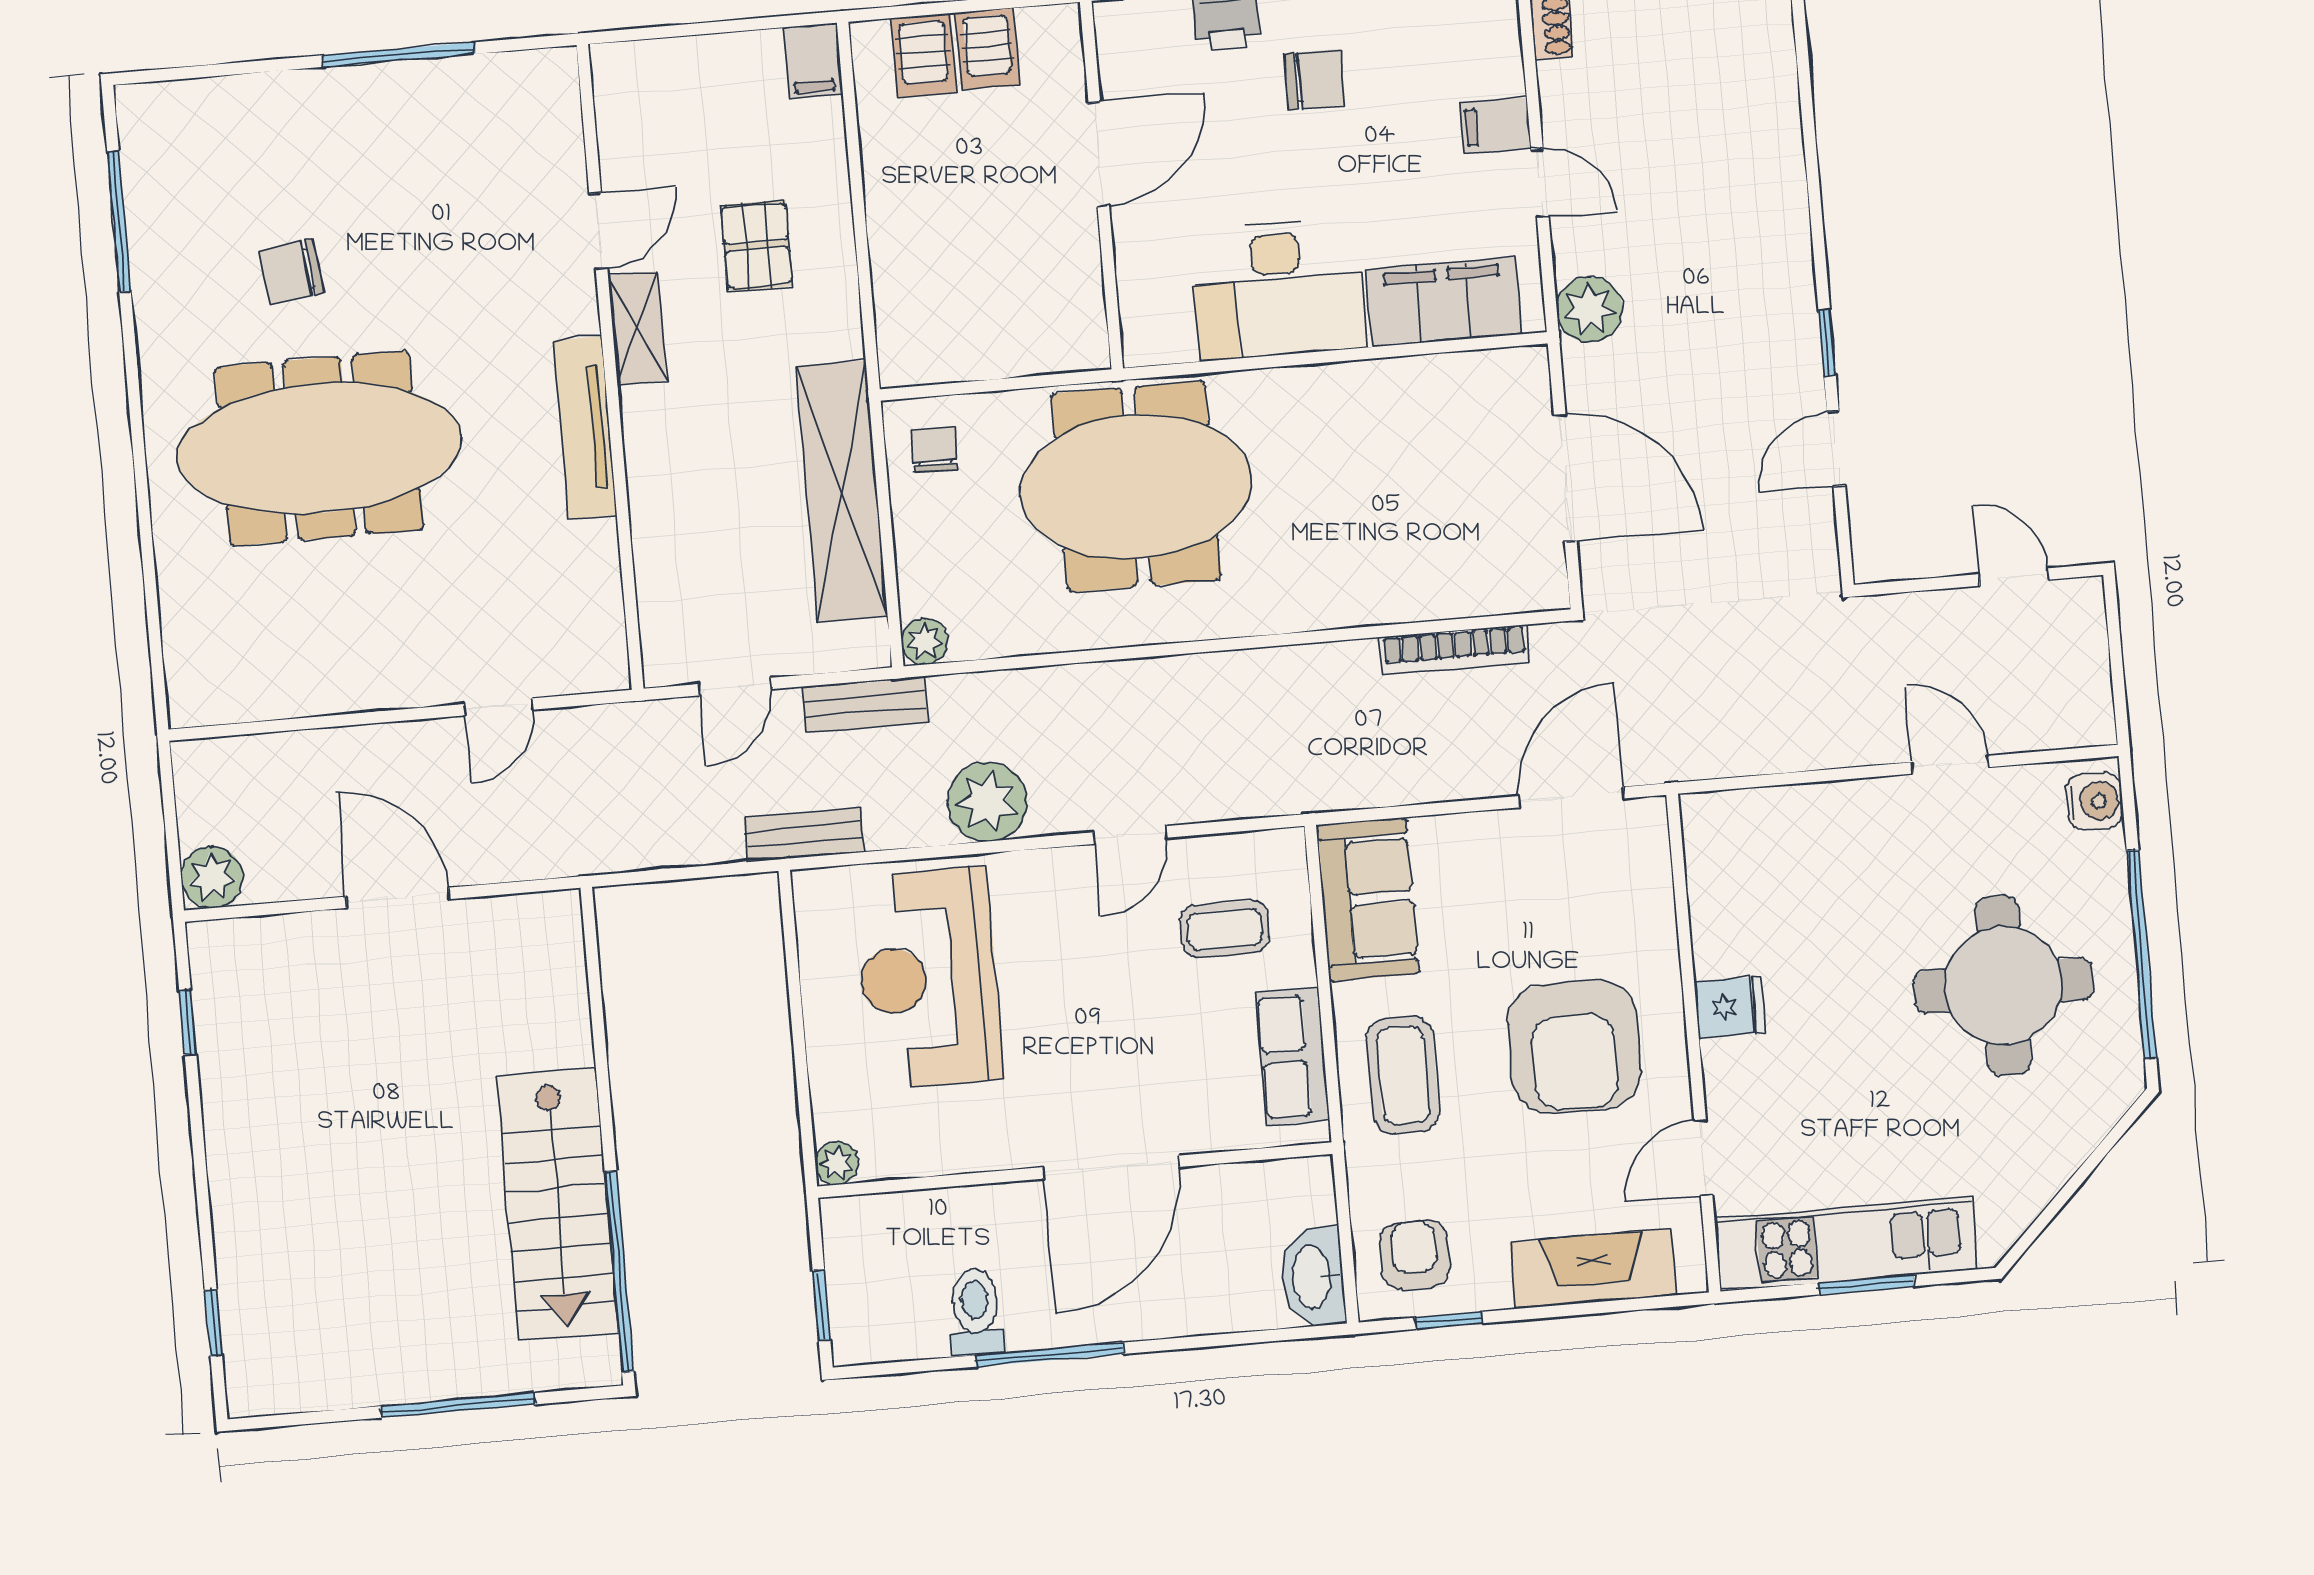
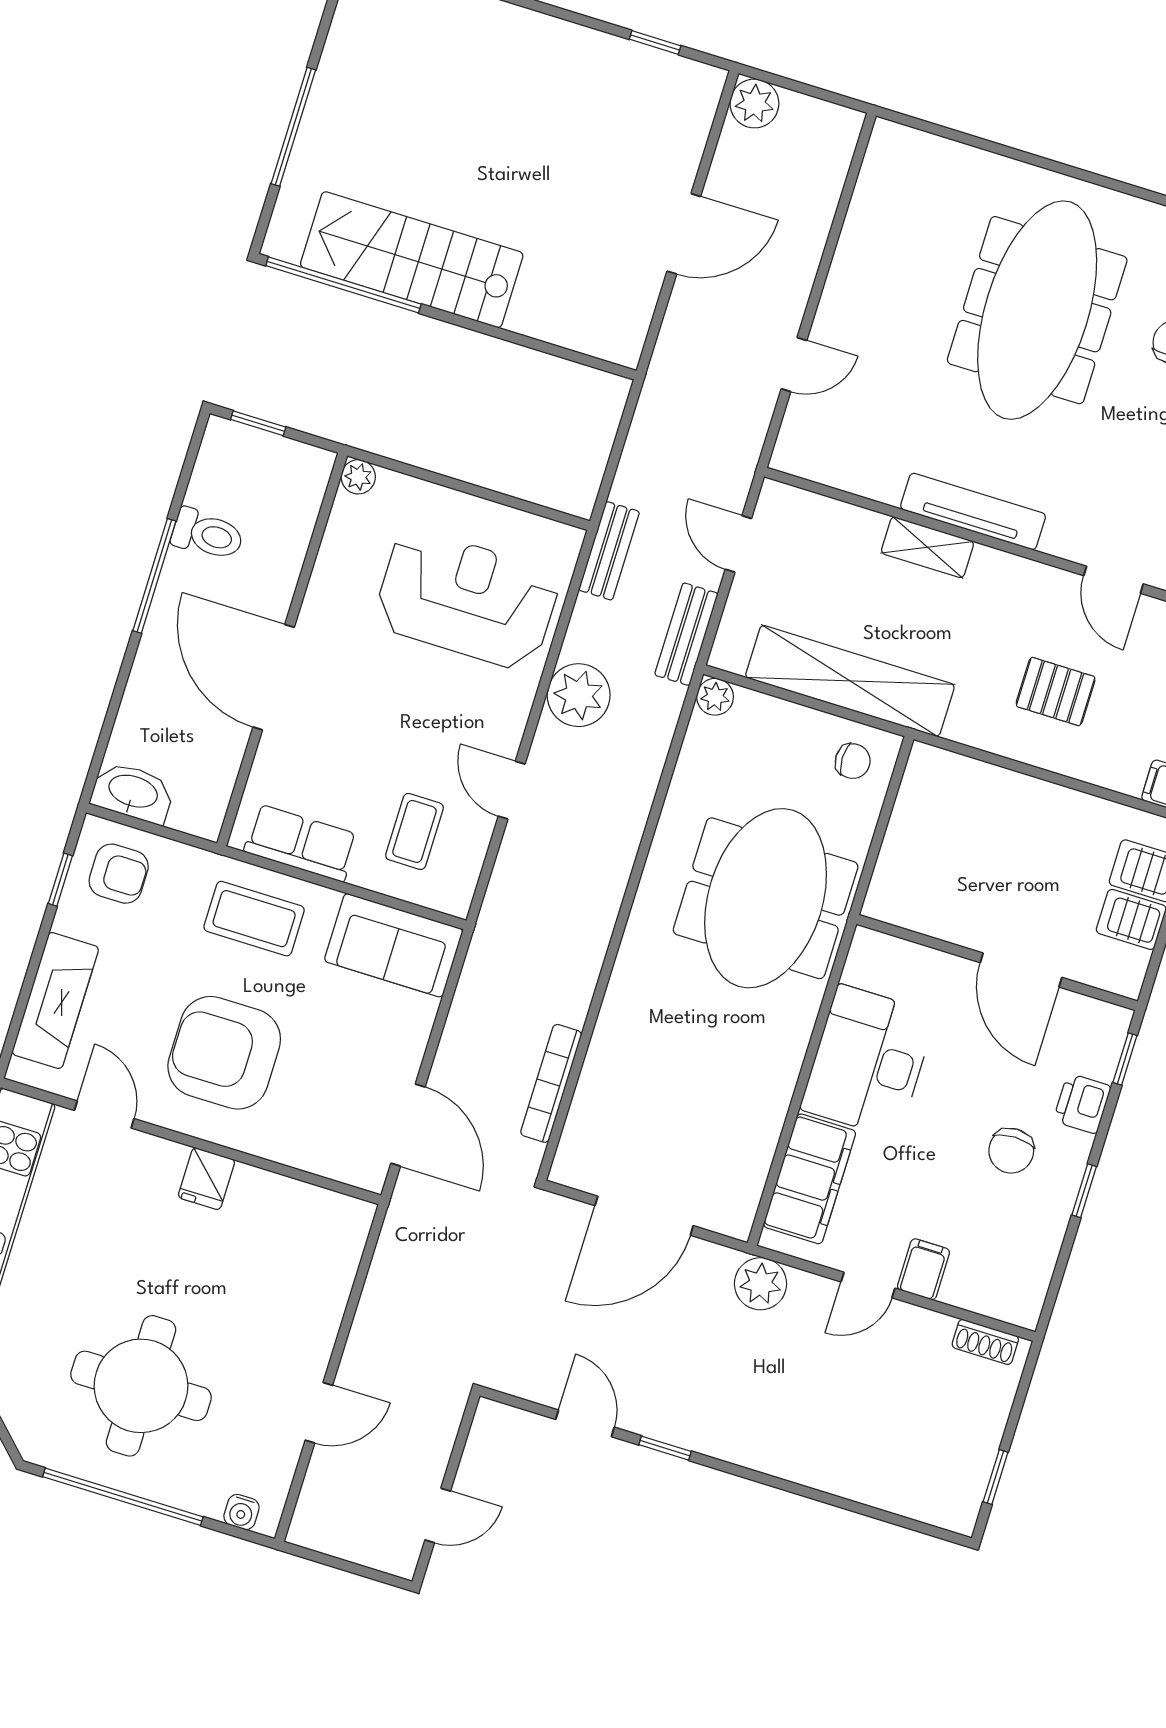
shelving: (637, 328) -> (927, 547), moved
door: (498, 707) -> (794, 365), swing flipped
water cooler: (2095, 801) -> (241, 1512), width x0.72, depth x0.72

